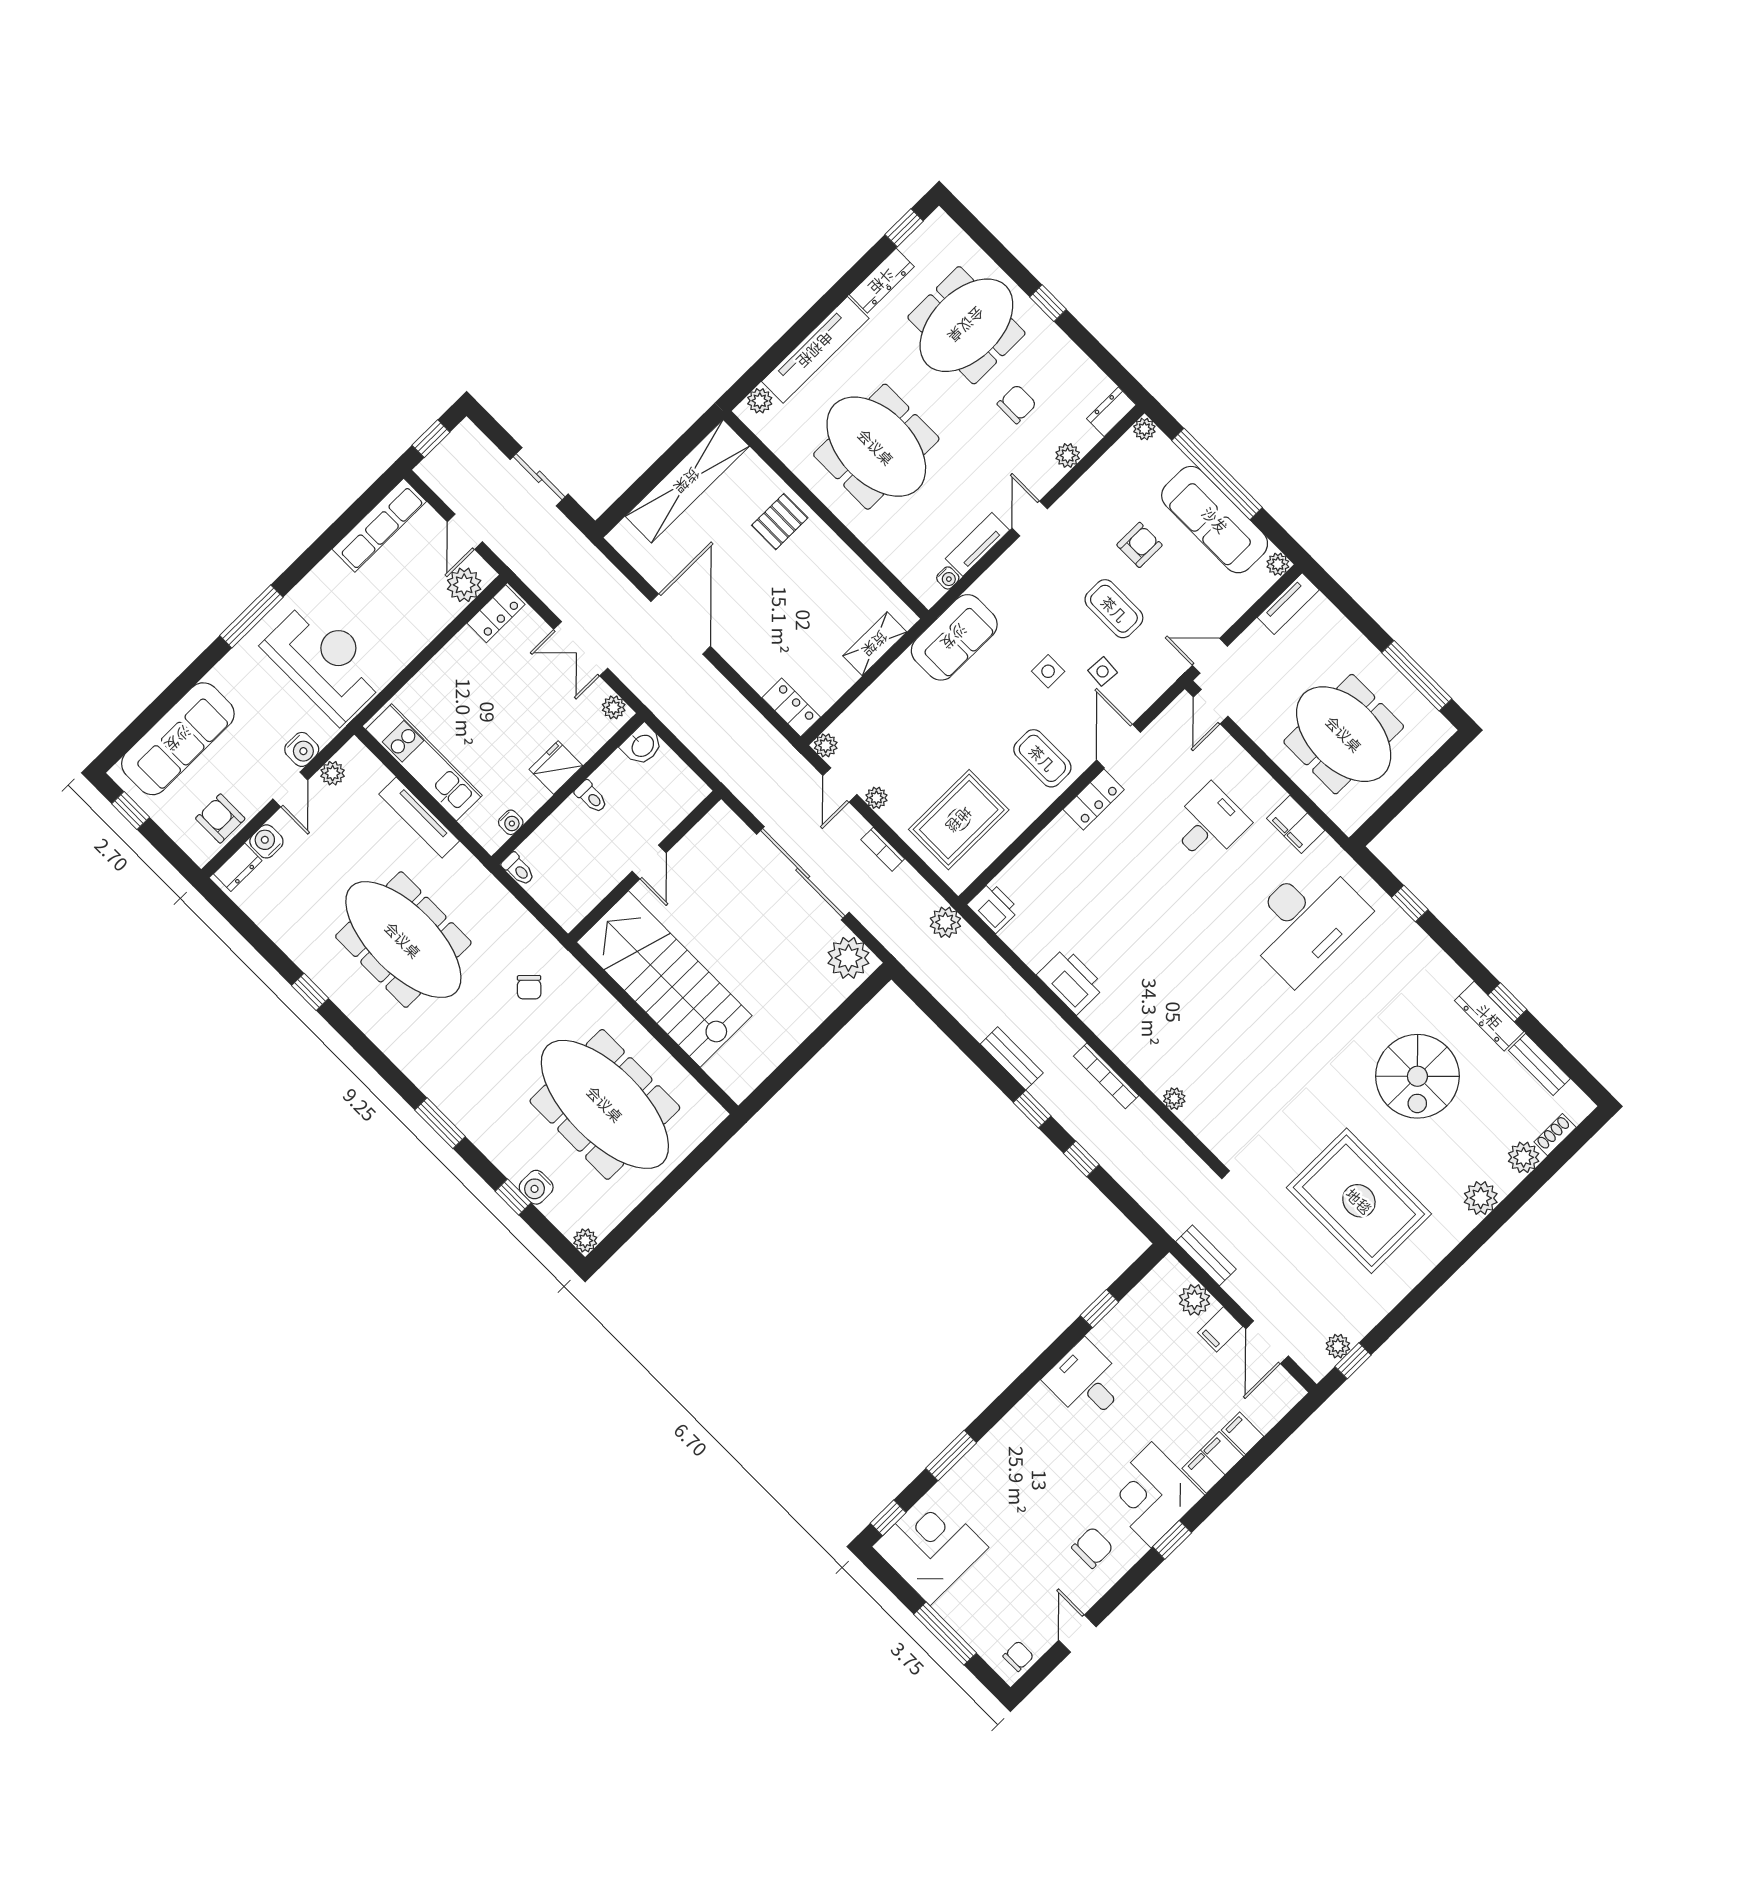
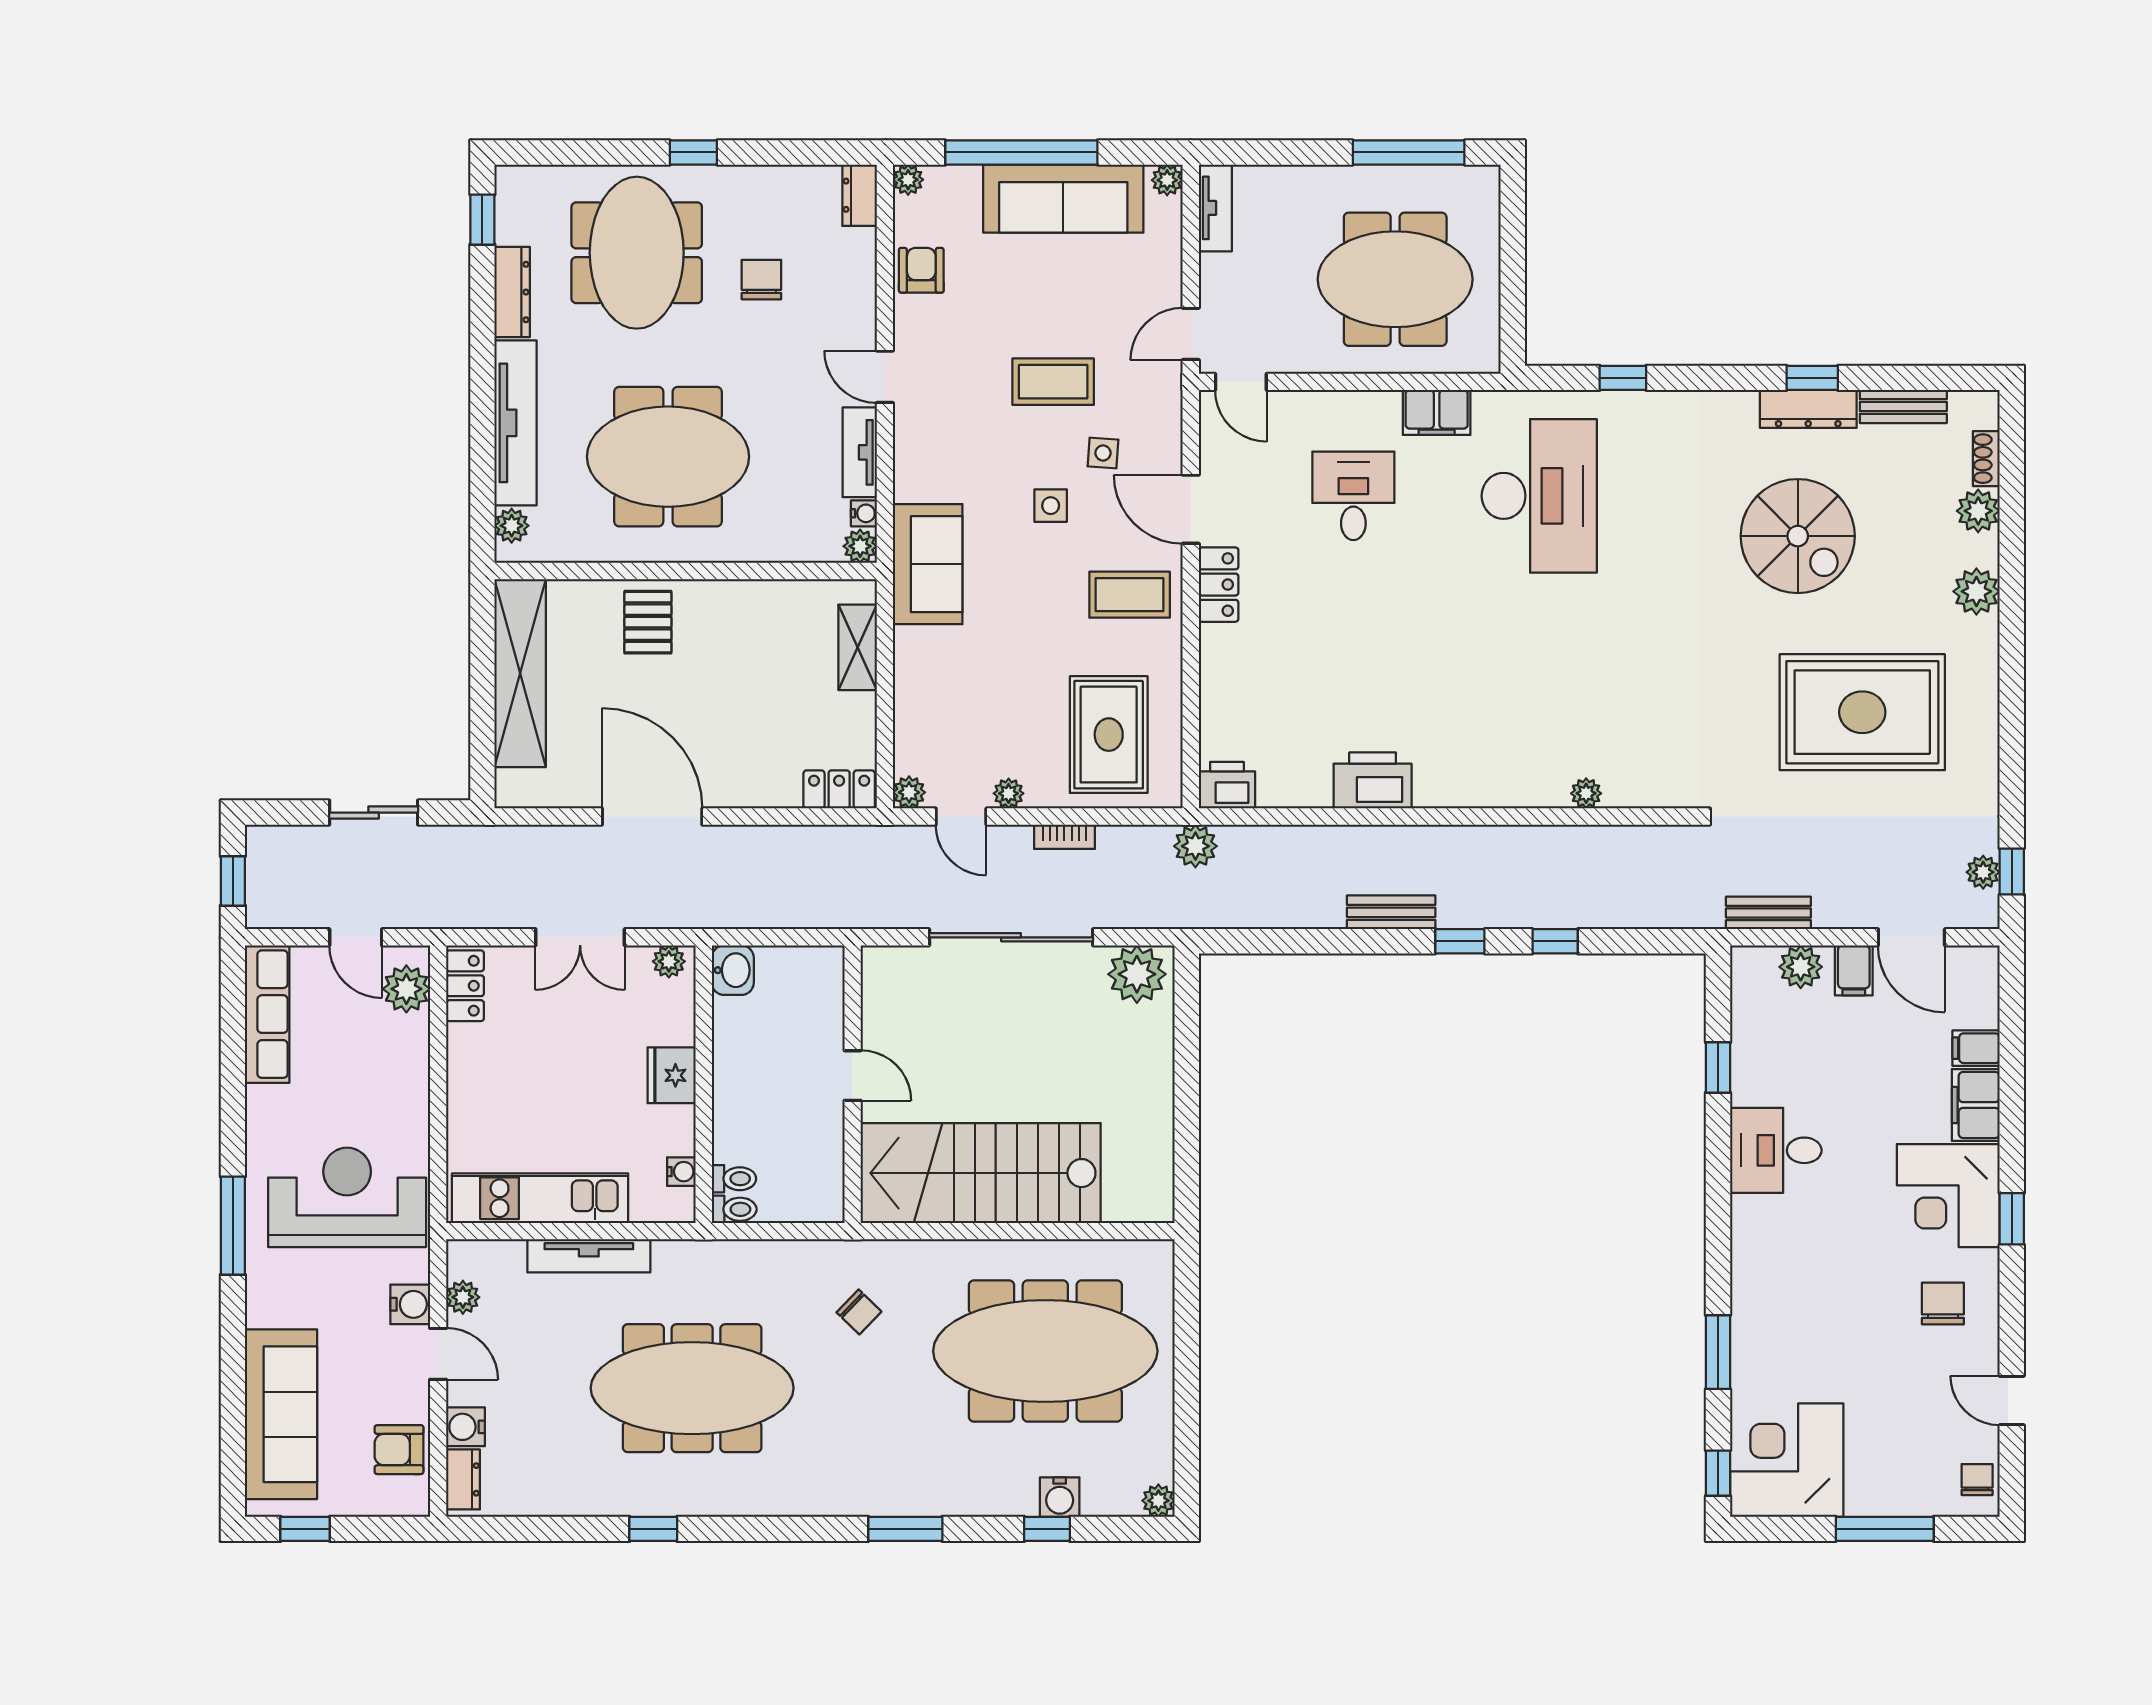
plant: (1068, 455) -> (860, 546), moved
armchair: (1139, 545) -> (921, 270), moved
toilet: (591, 797) -> (734, 1179), moved
bookcase: (1106, 1076) -> (1499, 838), removed

